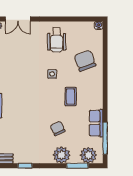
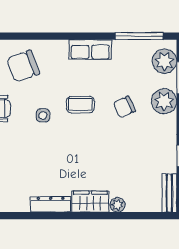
coffee table: (71, 97) -> (80, 105), moved
row of seats: (96, 123) -> (90, 50), moved

